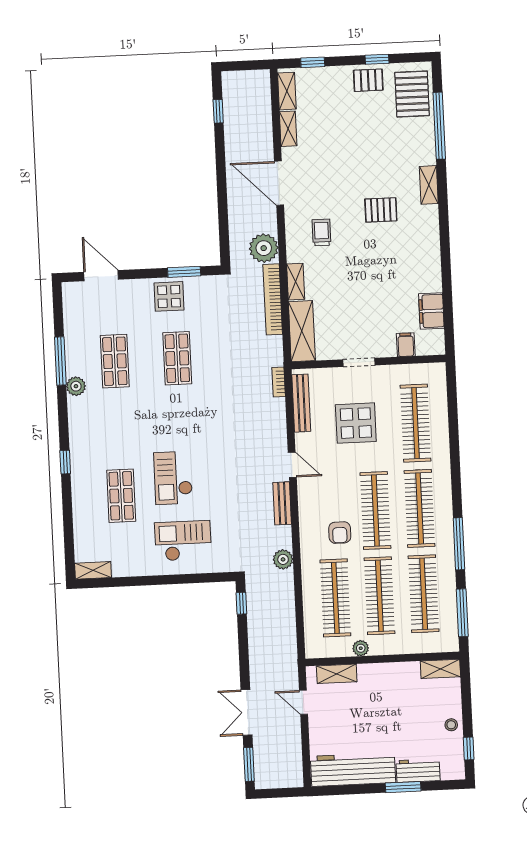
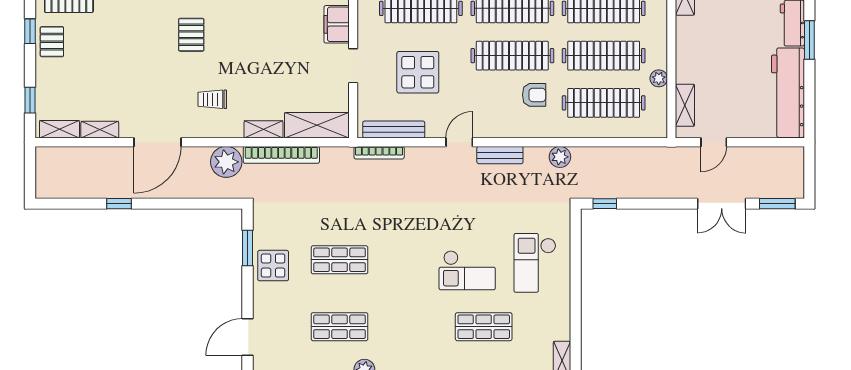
window: (218, 111) -> (119, 204), moved
filing cabinet: (406, 345) -> (337, 24), width x2.00
bookcase: (279, 382) -> (379, 153), width x1.56

